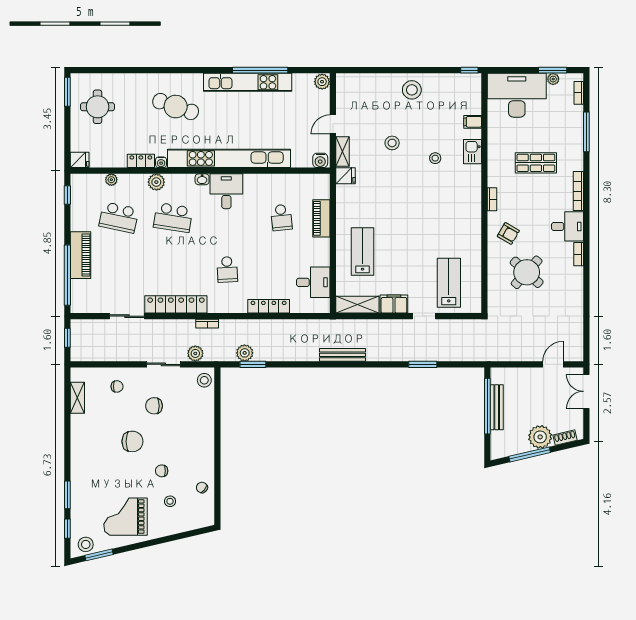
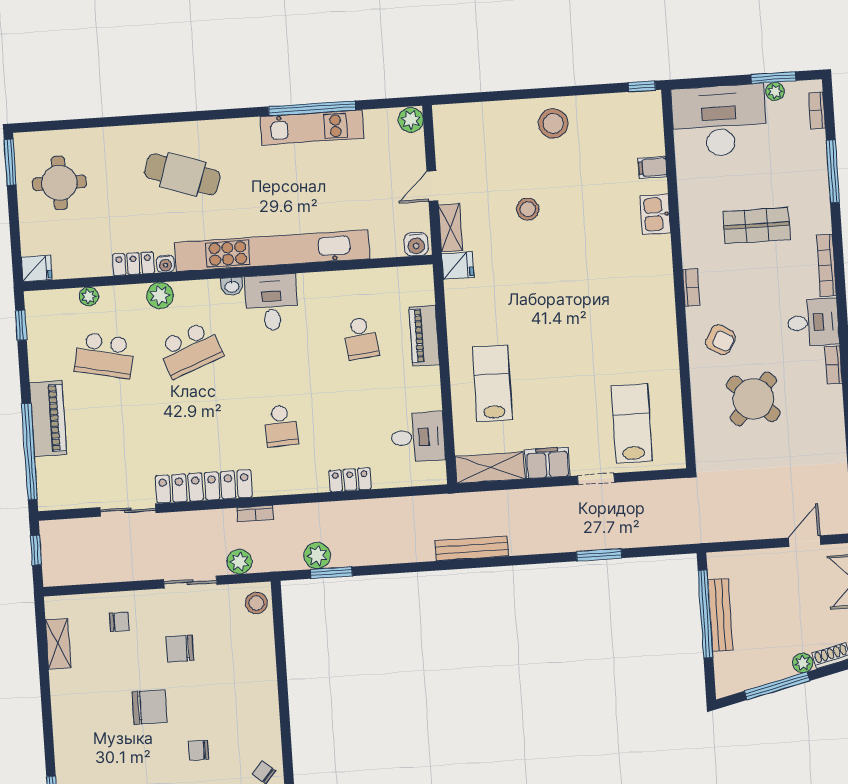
kitchen unit: (248, 82) -> (312, 127), width x0.73
stool: (435, 158) -> (597, 229), removed
school desk: (173, 218) -> (190, 350), turned -30
locker: (269, 306) -> (350, 480), width x0.66
plant: (540, 437) -> (803, 663), width x0.53, depth x0.53

